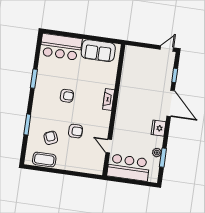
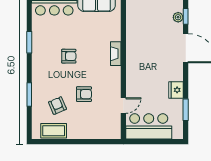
fridge: (158, 128) -> (176, 90), moved
door: (109, 146) -> (123, 106), swing flipped
plant: (157, 153) -> (178, 17), moved

